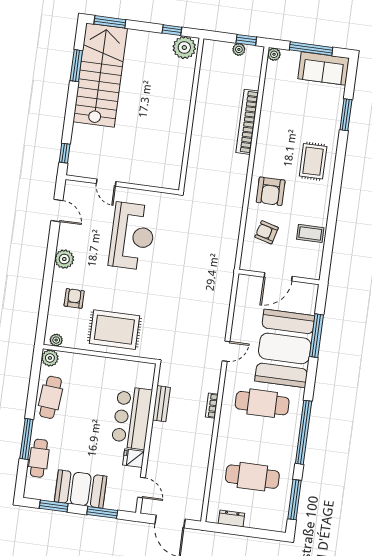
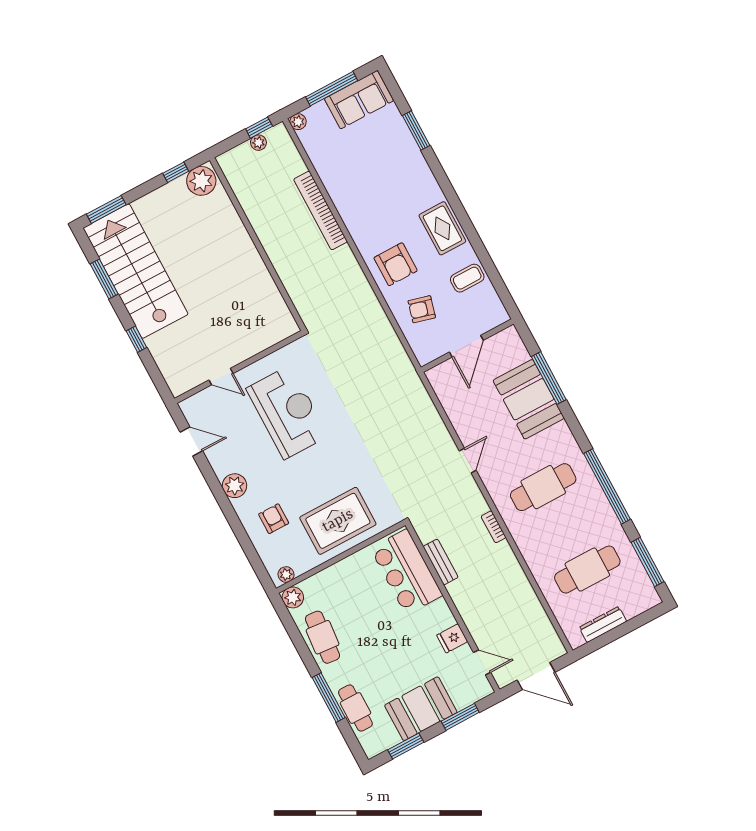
window: (65, 153) -> (136, 339), moved
rug: (313, 161) -> (442, 228), moved
booth: (285, 348) -> (529, 399), width x0.73, depth x0.70
bar counter: (132, 418) -> (406, 572), moved
dresser: (231, 518) -> (603, 624), width x1.44

